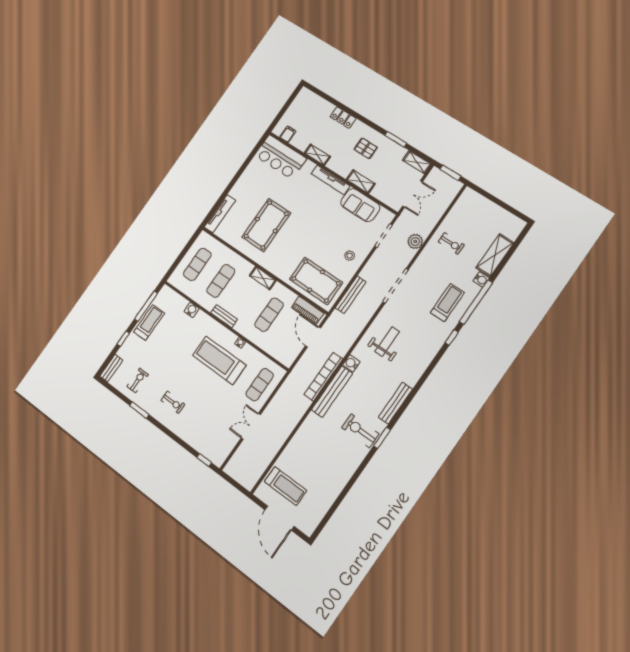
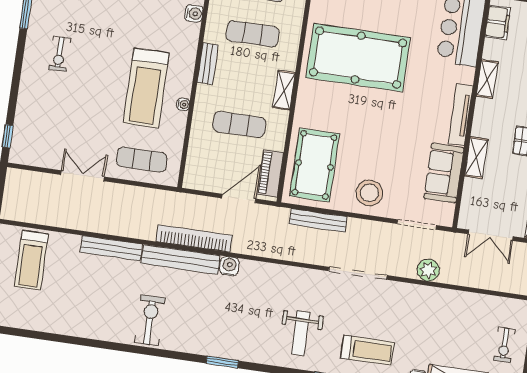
filing cabinet: (288, 134) -> (498, 22), width x2.00
pool table: (266, 225) -> (358, 58), width x1.36, depth x1.32
exercise bike: (451, 243) -> (504, 345), moved
stool: (350, 256) -> (369, 193), width x1.89, depth x1.89
weight bench: (387, 342) -> (301, 333), moved, turned 90
treadmill: (219, 360) -> (146, 88), turned 180
bench: (395, 403) -> (111, 248), moved
window: (382, 438) -> (222, 362), moved

